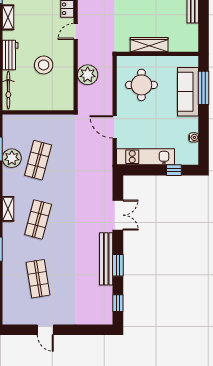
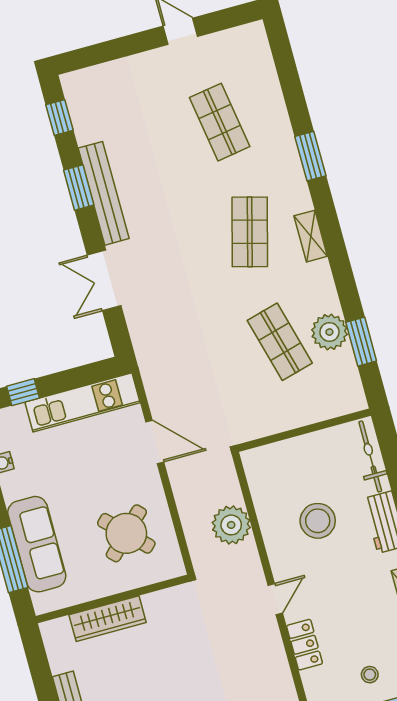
wardrobe: (149, 45) -> (108, 619), moved
round table: (141, 85) -> (126, 533), turned 45
shop shelf: (38, 160) -> (280, 342), turned -30

